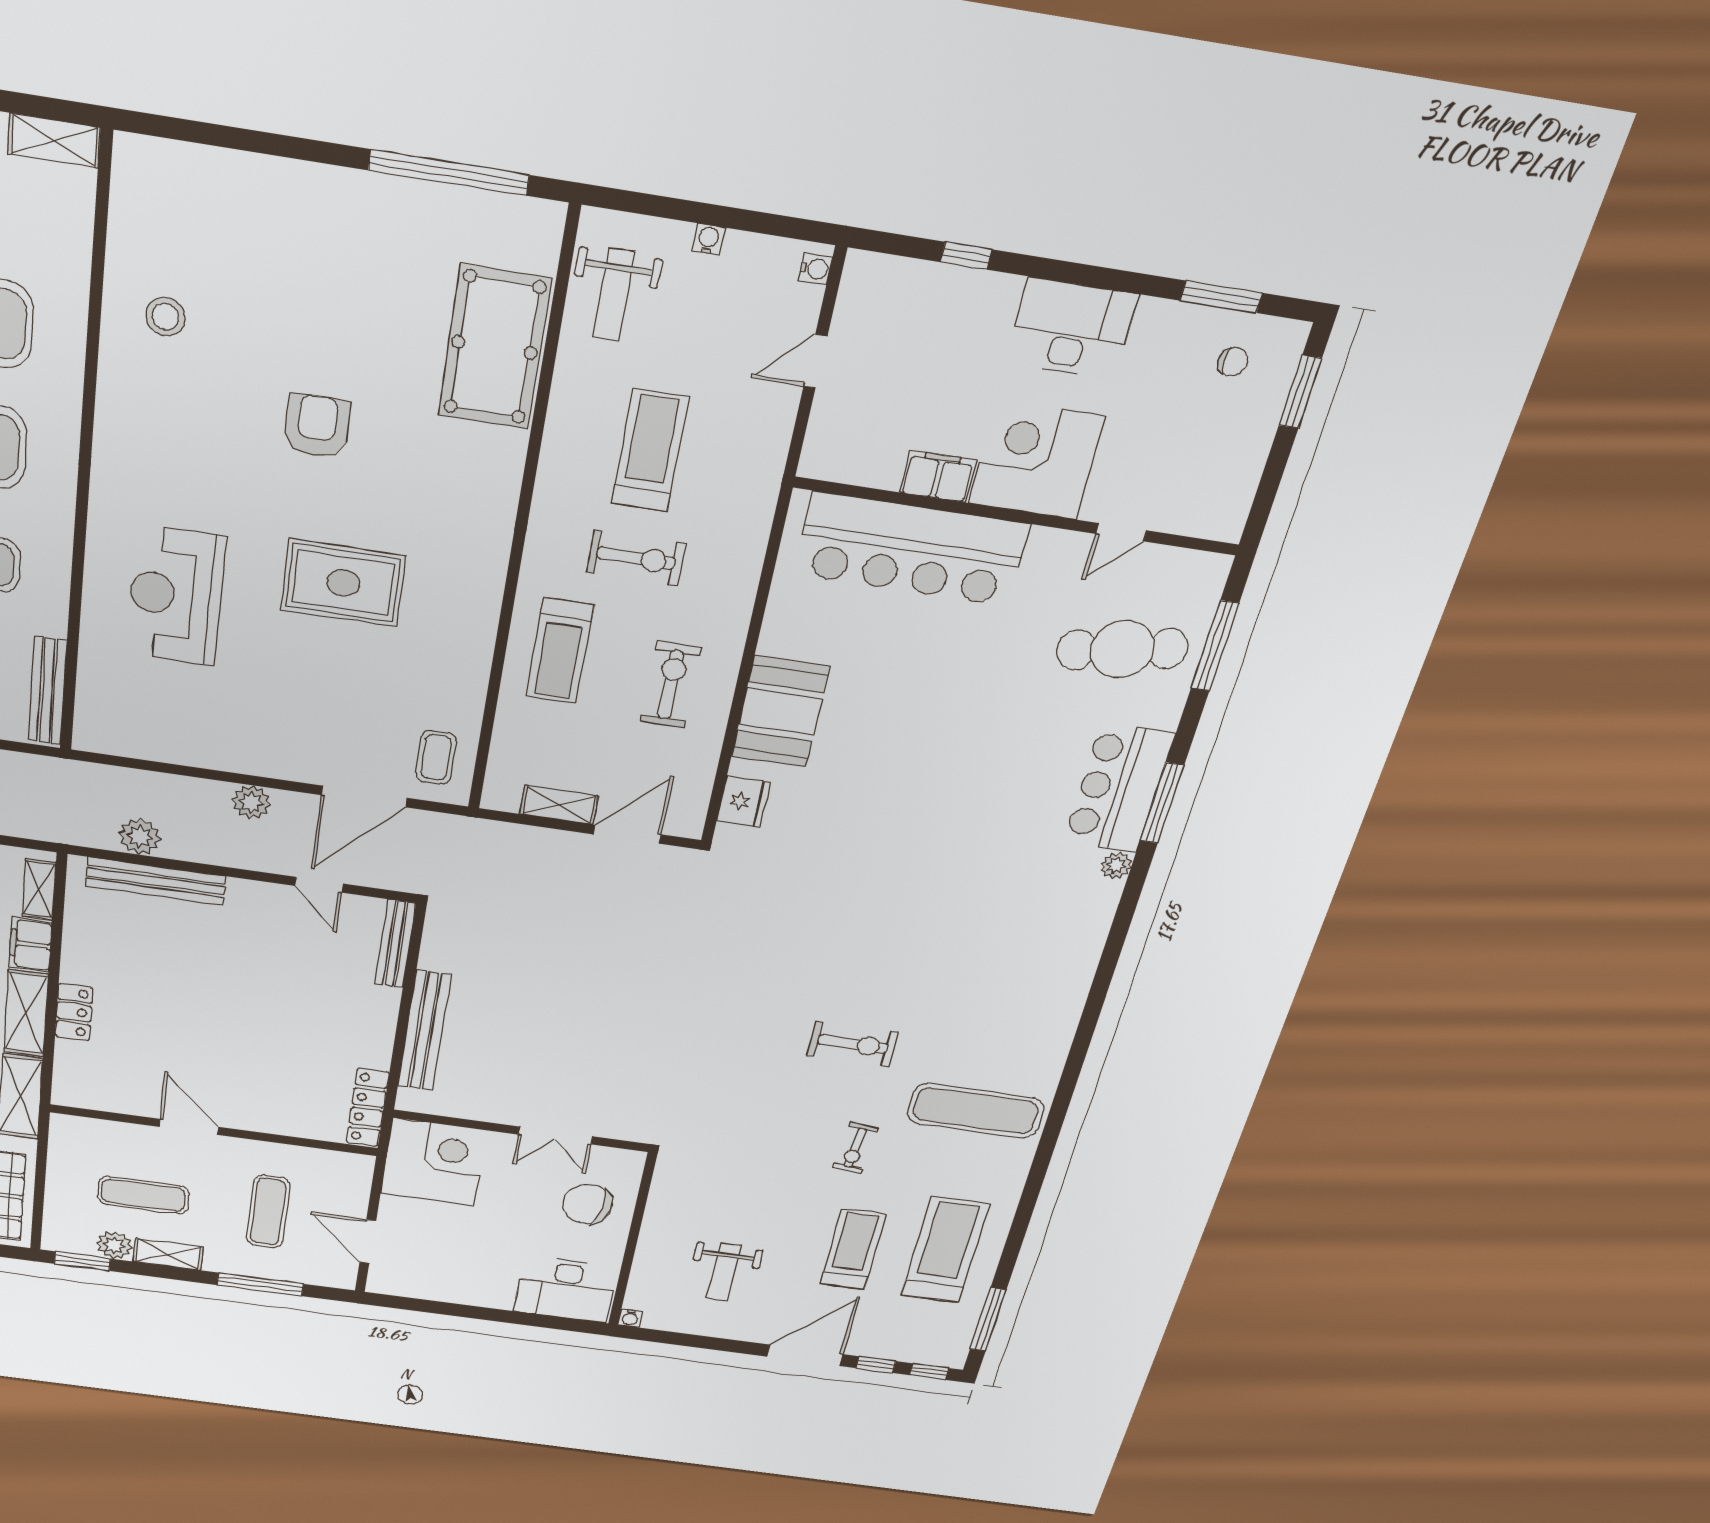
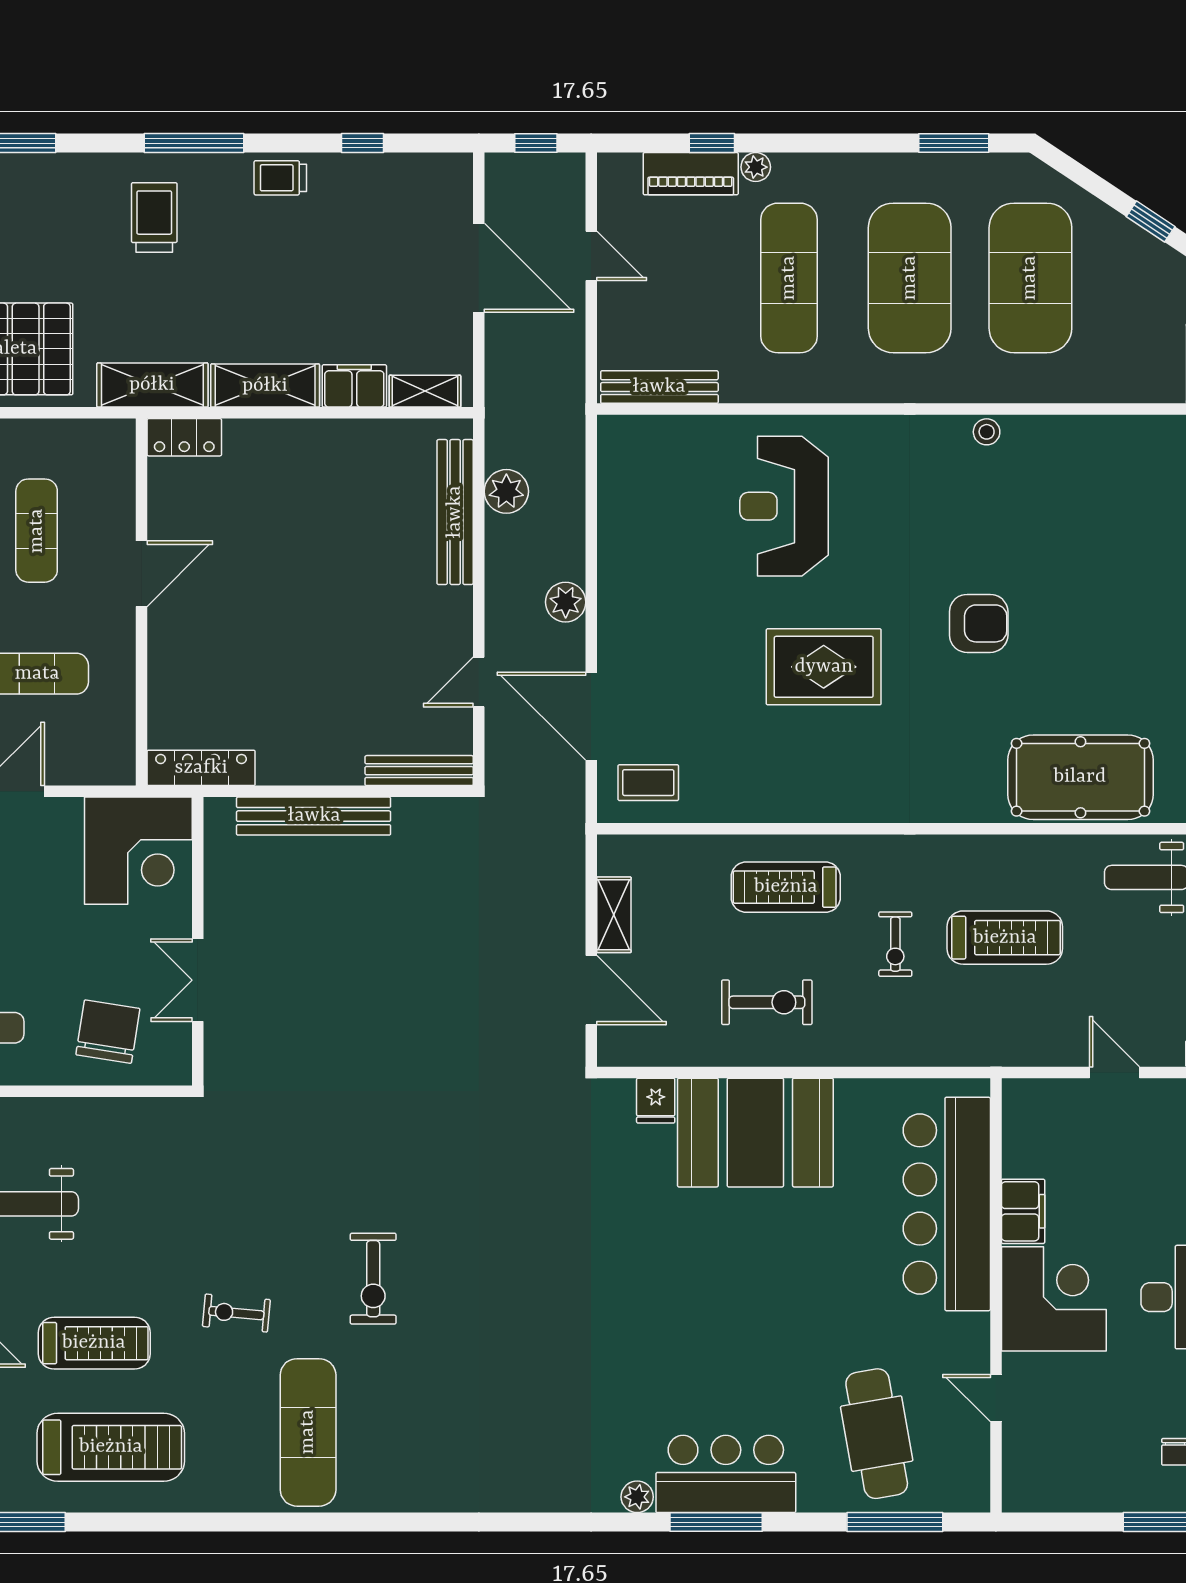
stool: (165, 317) -> (987, 432), moved, width x0.73, depth x0.73
exercise bike: (636, 558) -> (895, 944), width x0.73, depth x0.72
rug: (343, 583) -> (824, 667), turned 90
reception desk: (176, 596) -> (784, 506), turned -90
booth: (780, 712) -> (755, 1133), width x1.36, depth x1.42
fridge: (743, 802) -> (656, 1101), width x0.72
locker: (74, 1012) -> (184, 437), moved

